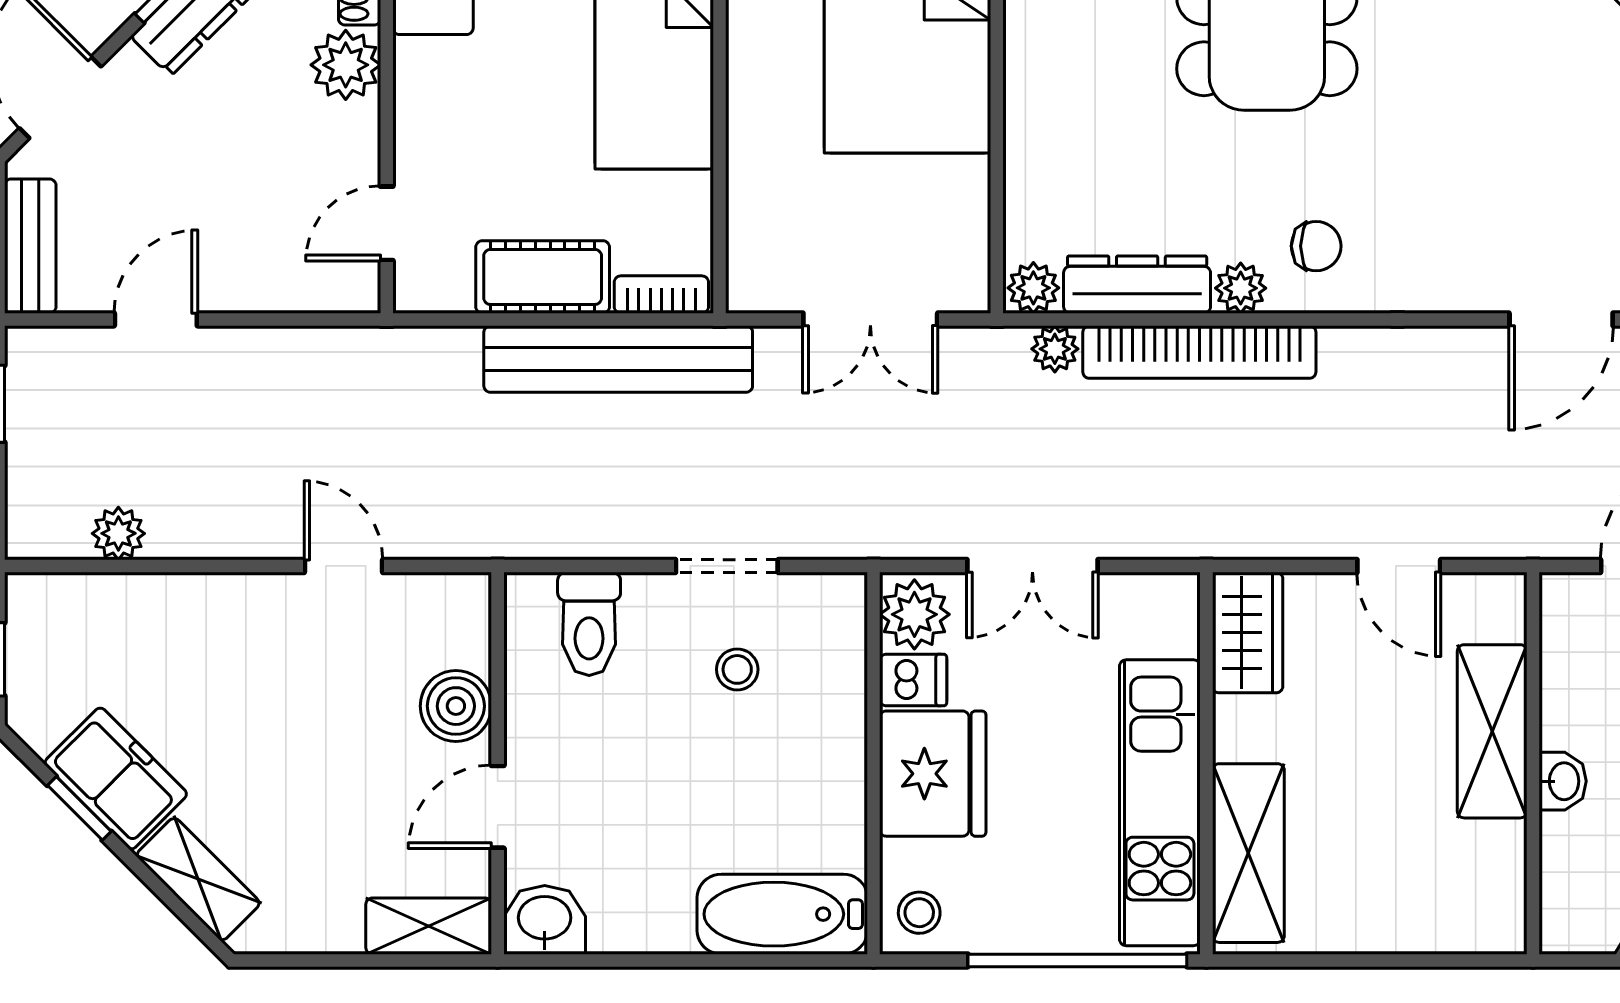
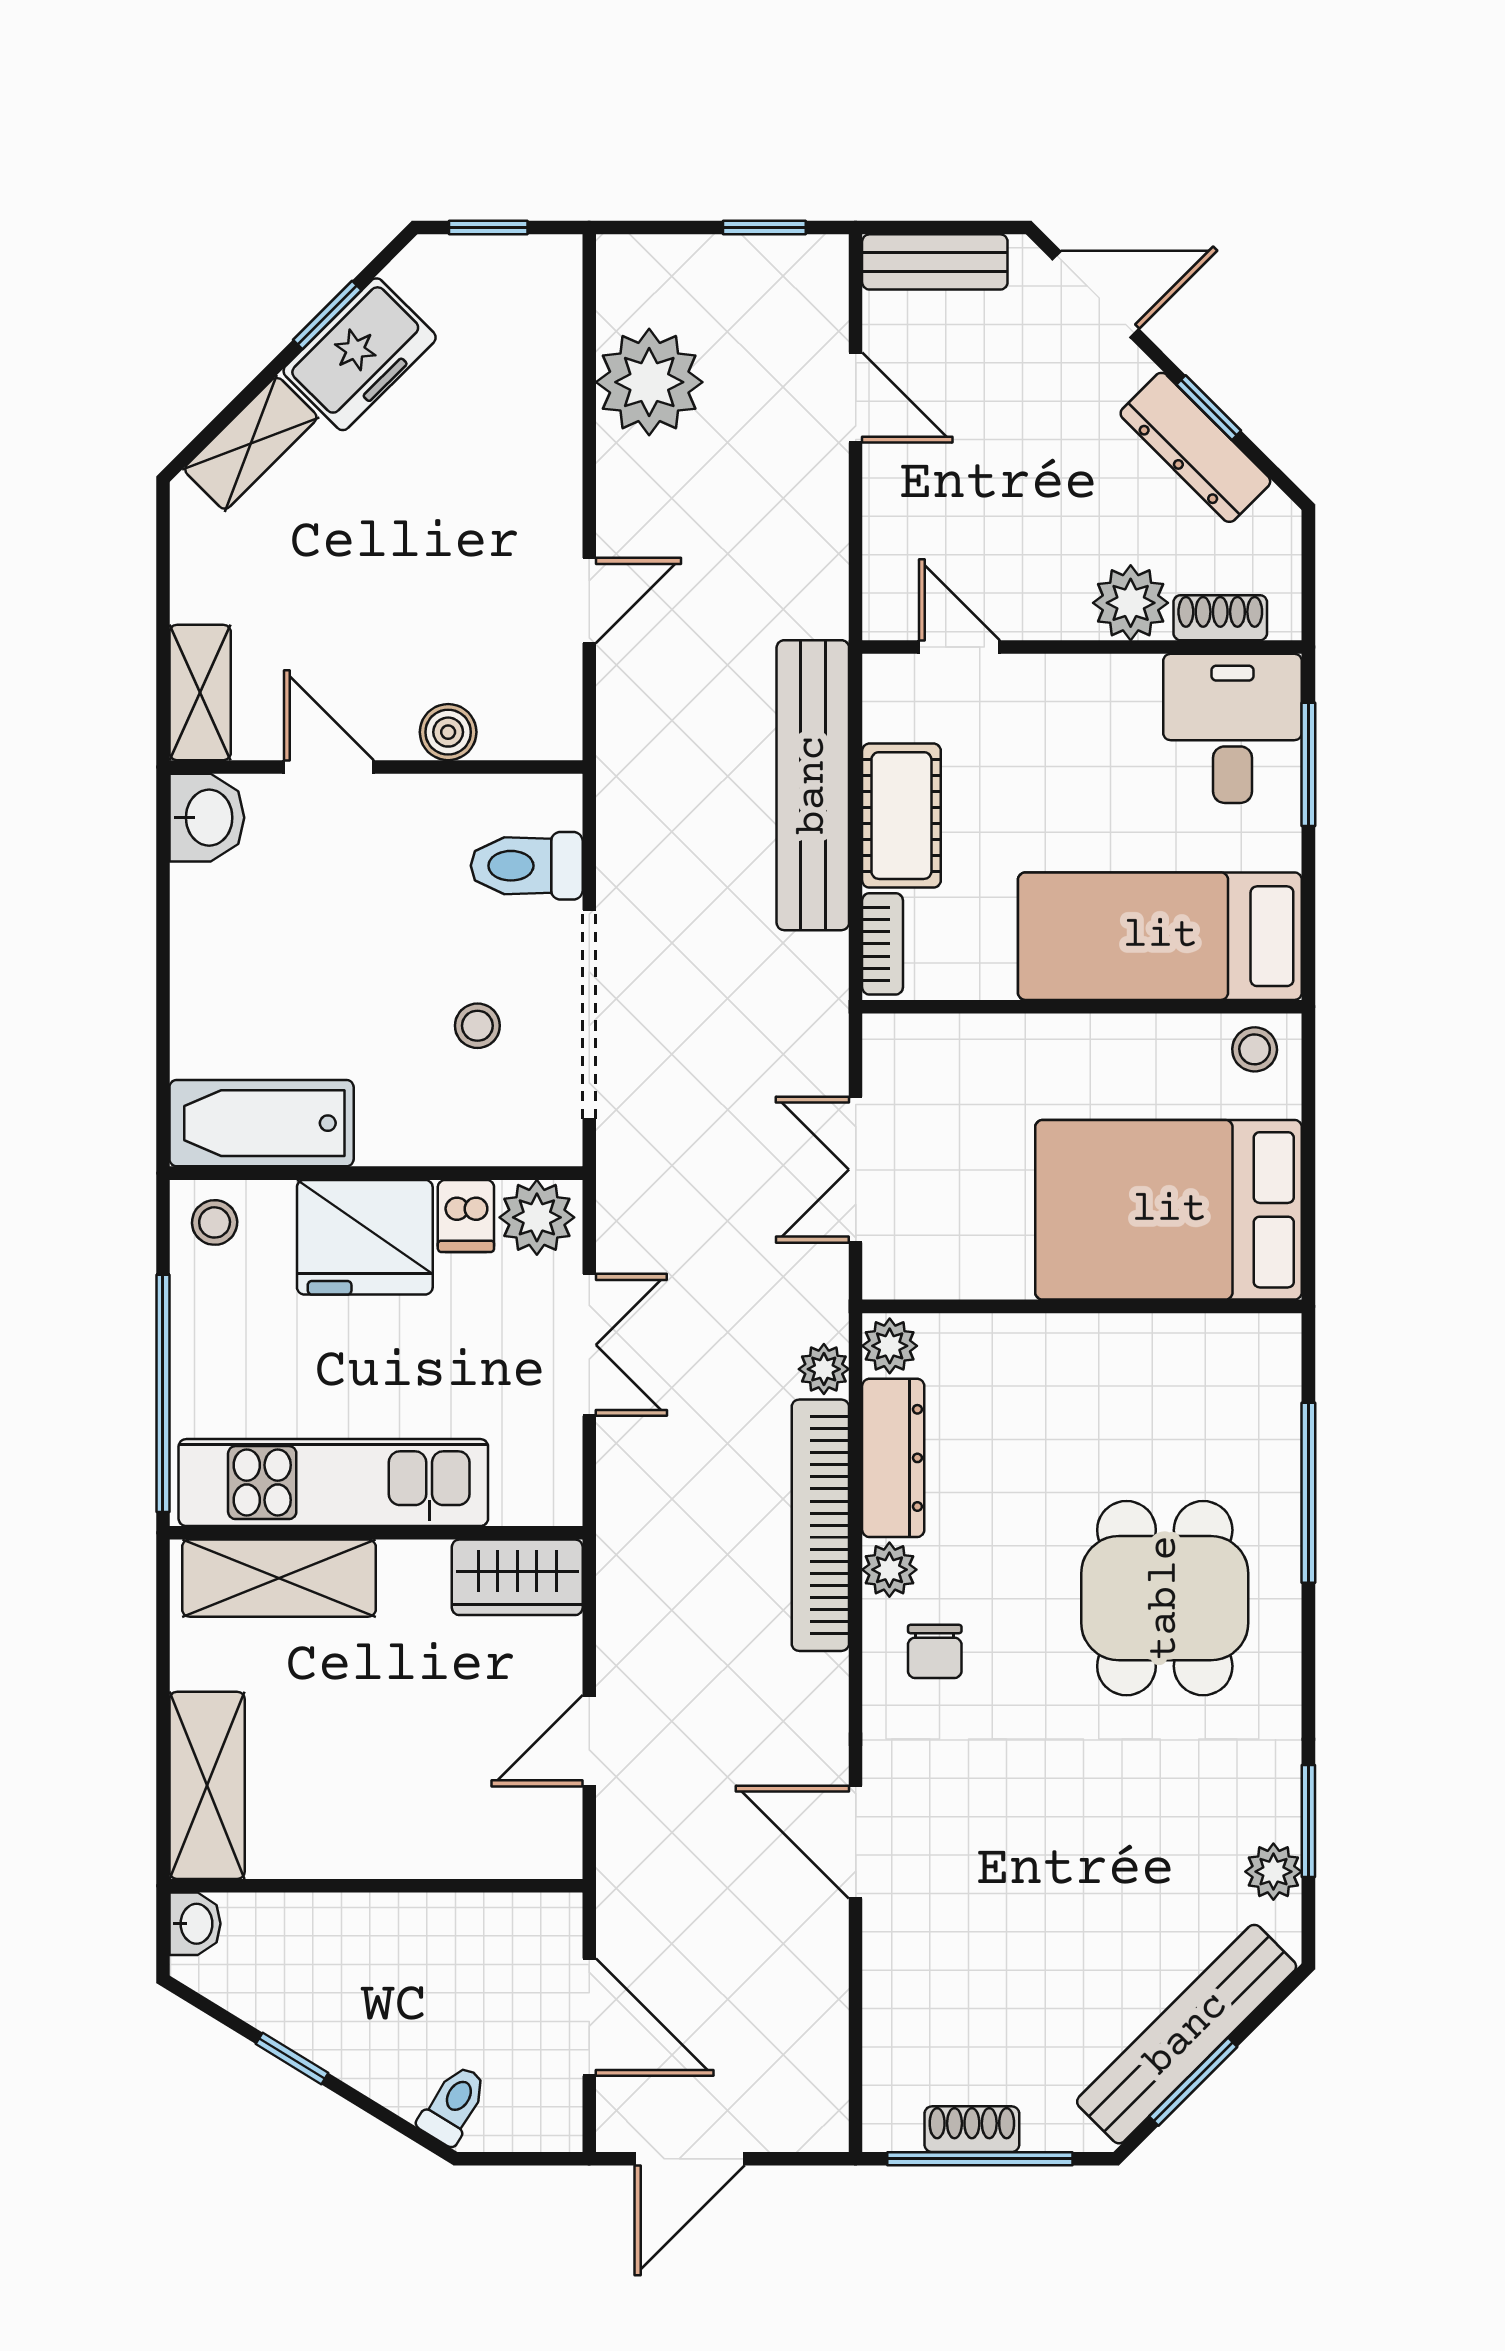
door: (1561, 319) -> (856, 1842), moved
bench: (618, 359) -> (813, 785), moved
plant: (118, 533) -> (649, 382), width x1.88, depth x1.88
doorway: (727, 566) -> (589, 1015), width x1.88
double door: (1032, 566) -> (589, 1345), swing flipped
boiler: (456, 706) -> (448, 732), width x0.73, depth x0.73
shelving: (1492, 731) -> (207, 1785), moved, turned 90
washbasin: (1563, 781) -> (195, 1924), moved, turned -90
bathtub: (782, 914) -> (262, 1123), moved, turned -90

